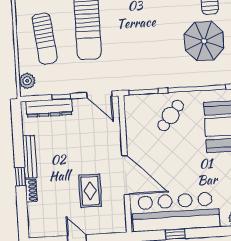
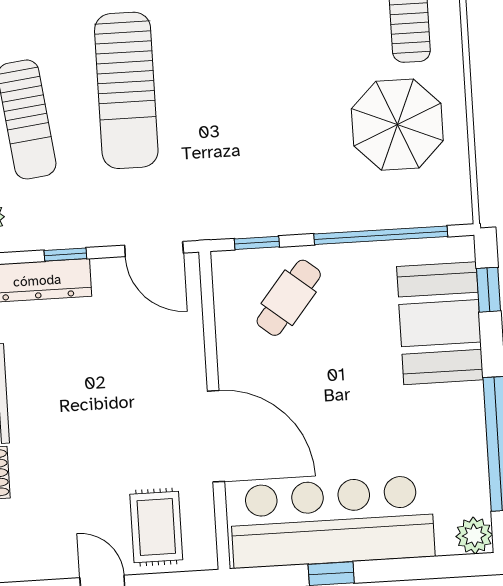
window: (144, 92) -> (257, 243), width x0.67
cafe table: (171, 115) -> (289, 298), moved
rug: (90, 191) -> (156, 527), moved

